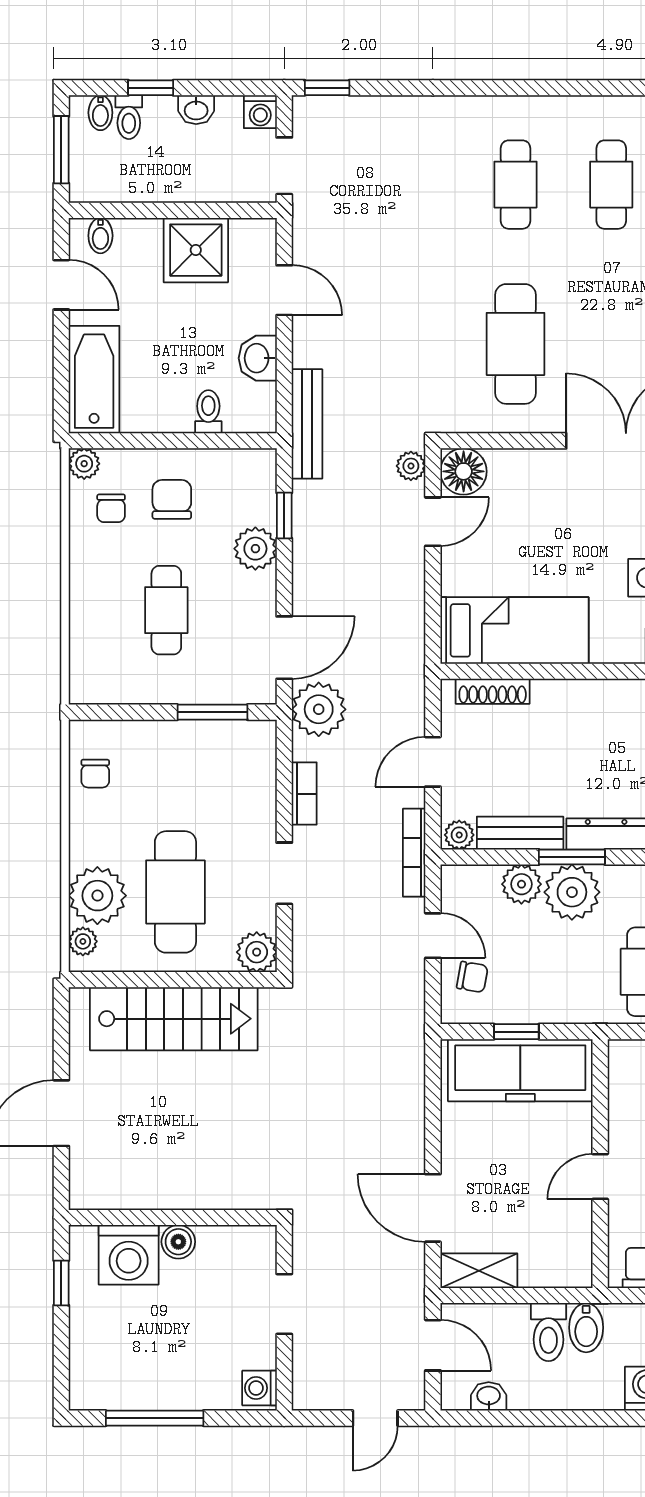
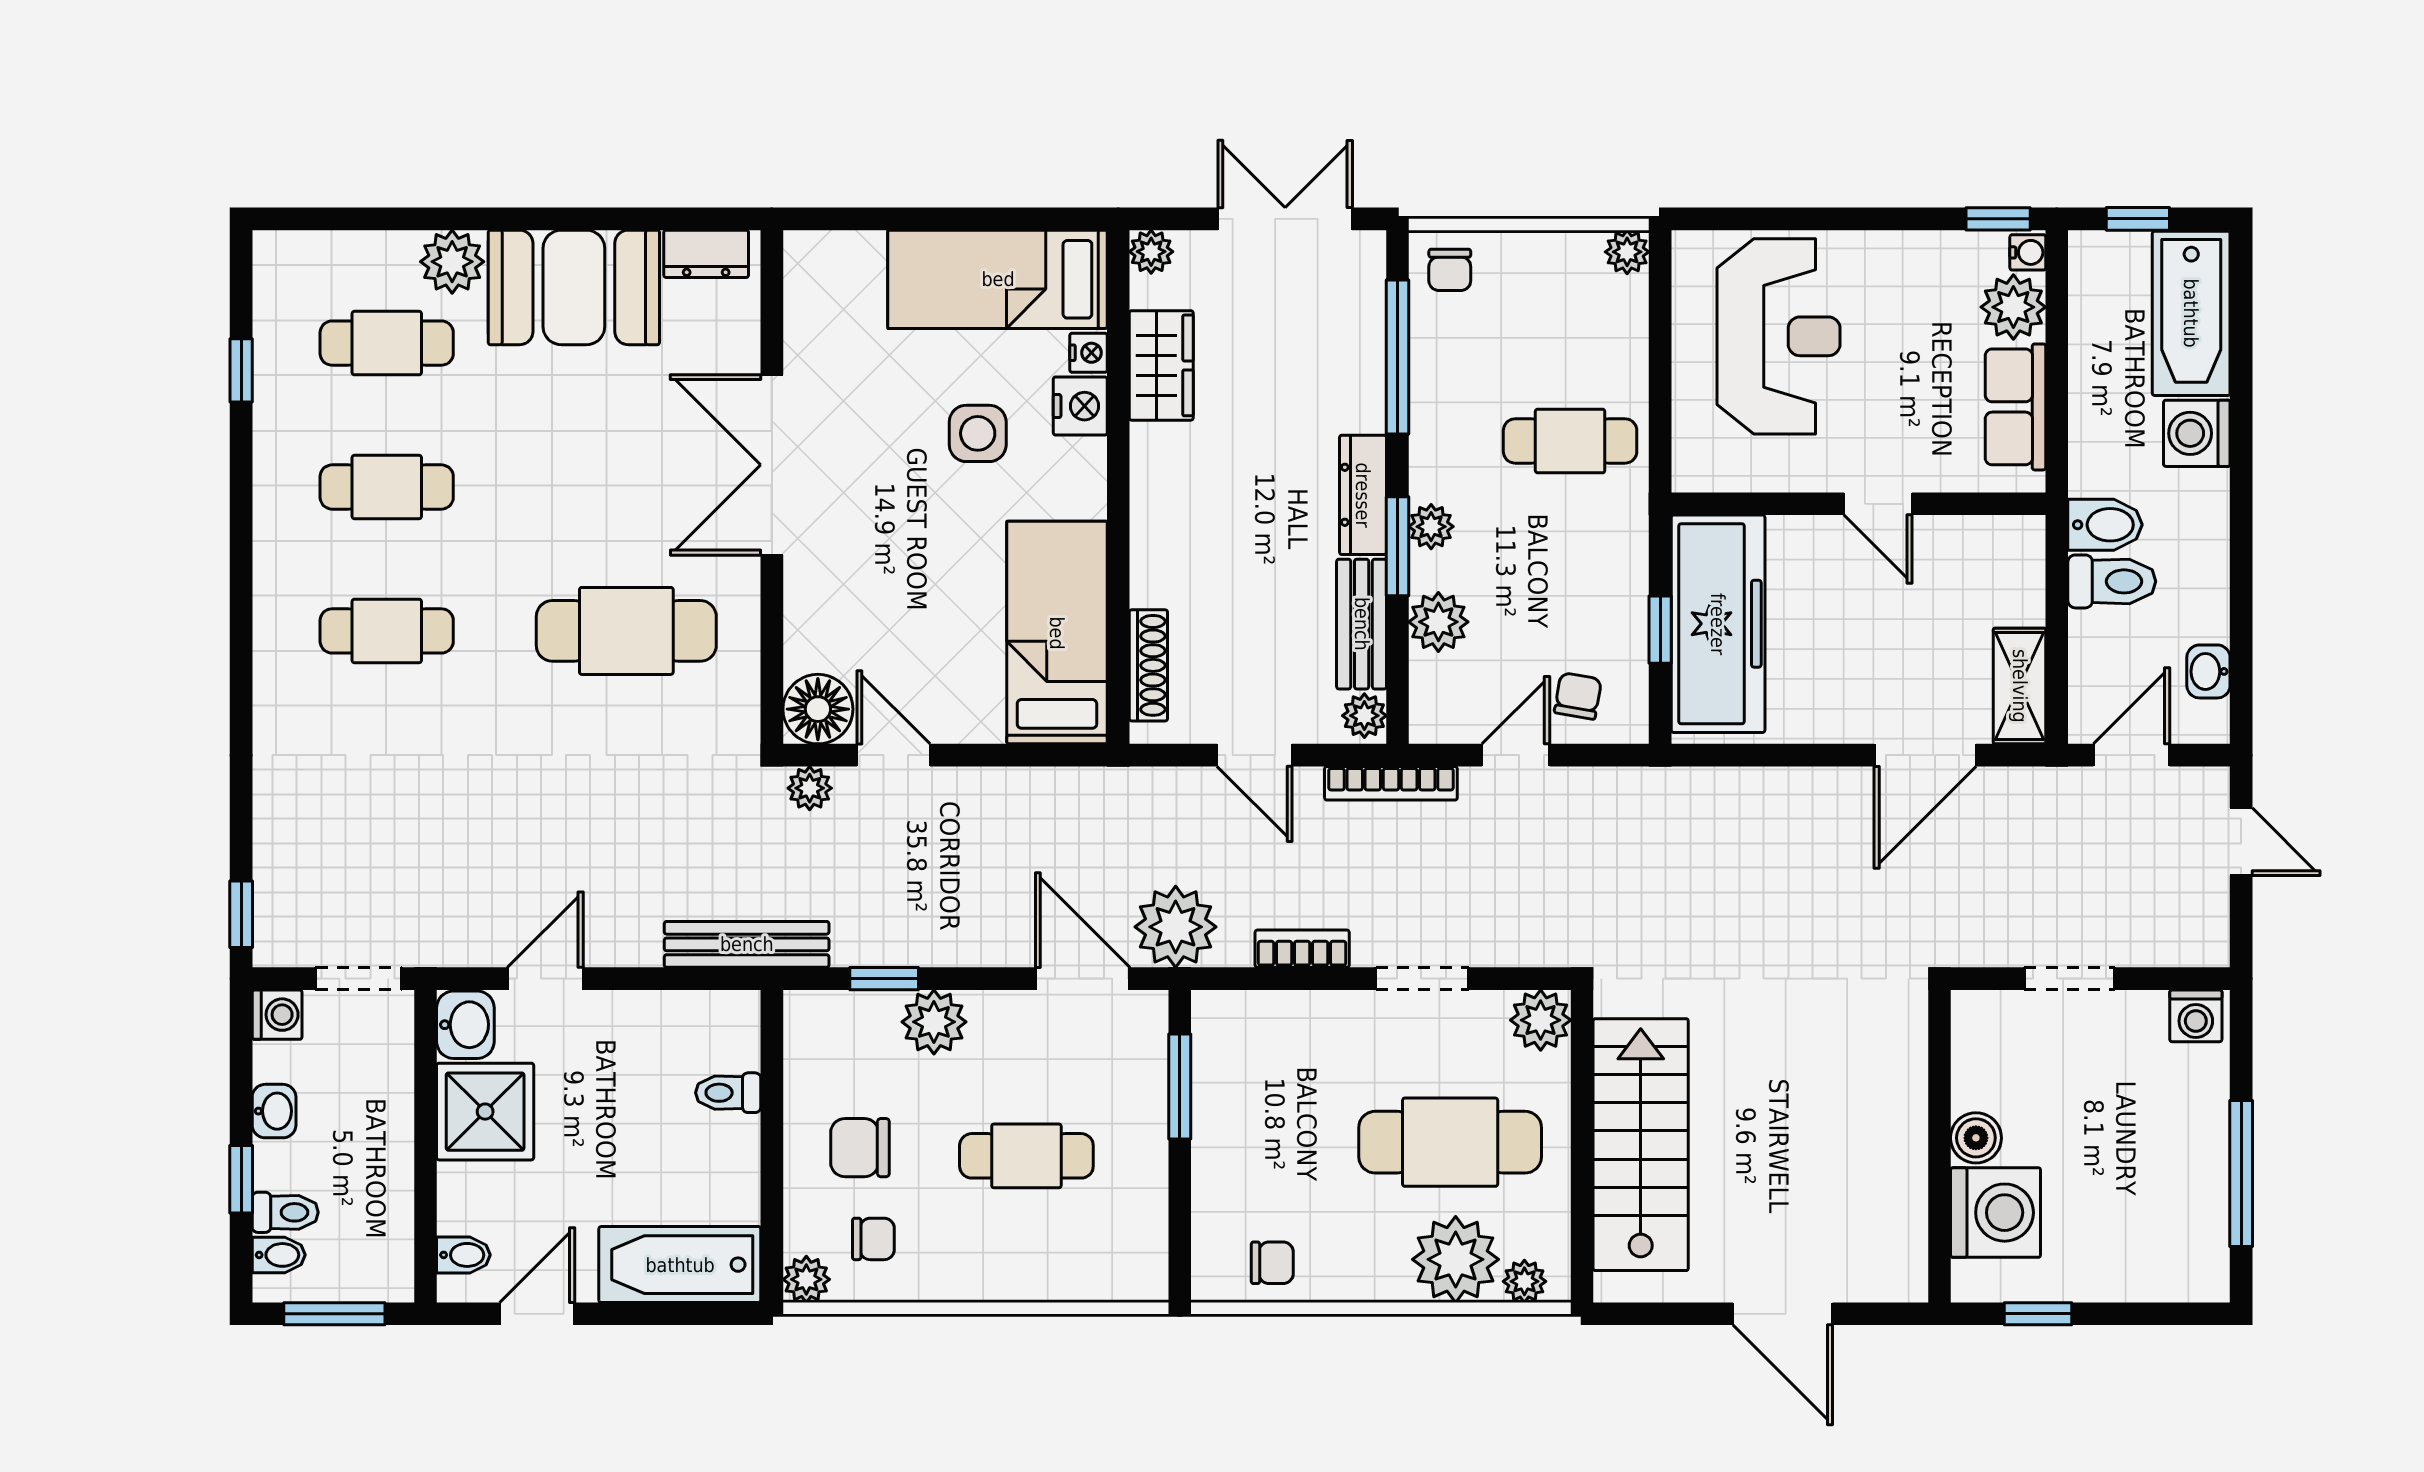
washbasin: (258, 358) -> (465, 1025), moved, turned -90
plant: (572, 892) -> (1431, 527), width x0.53, depth x0.53

